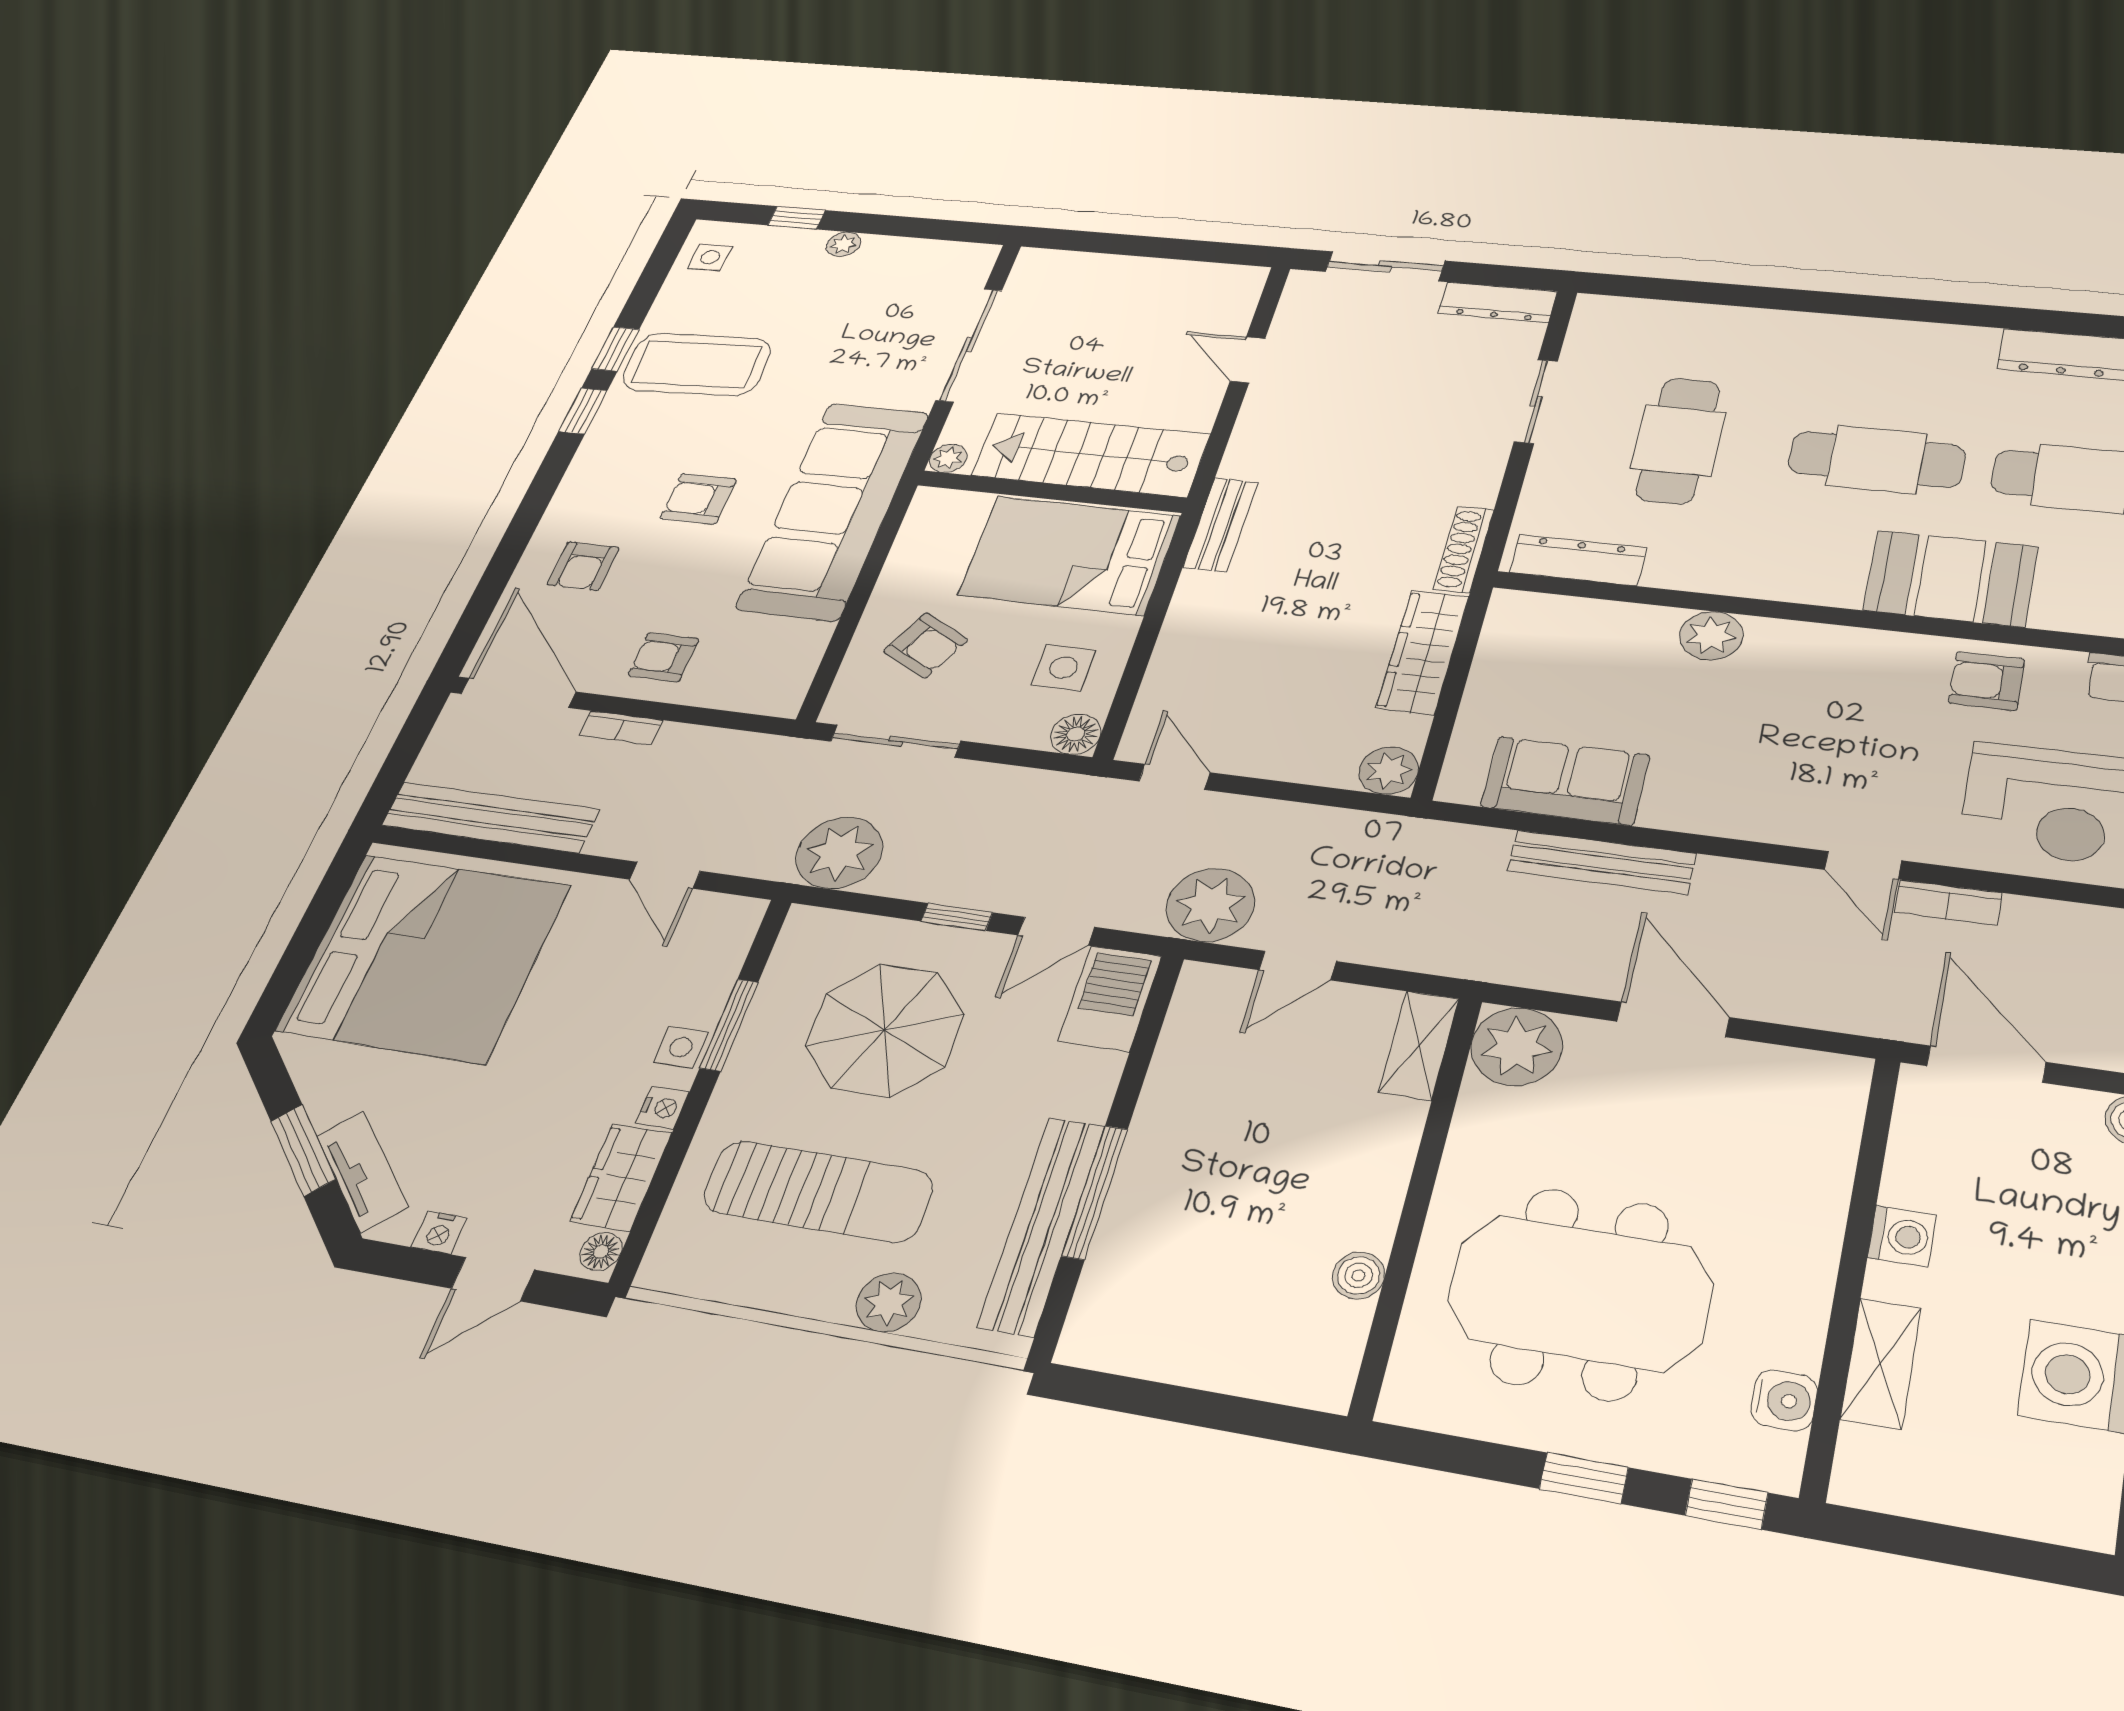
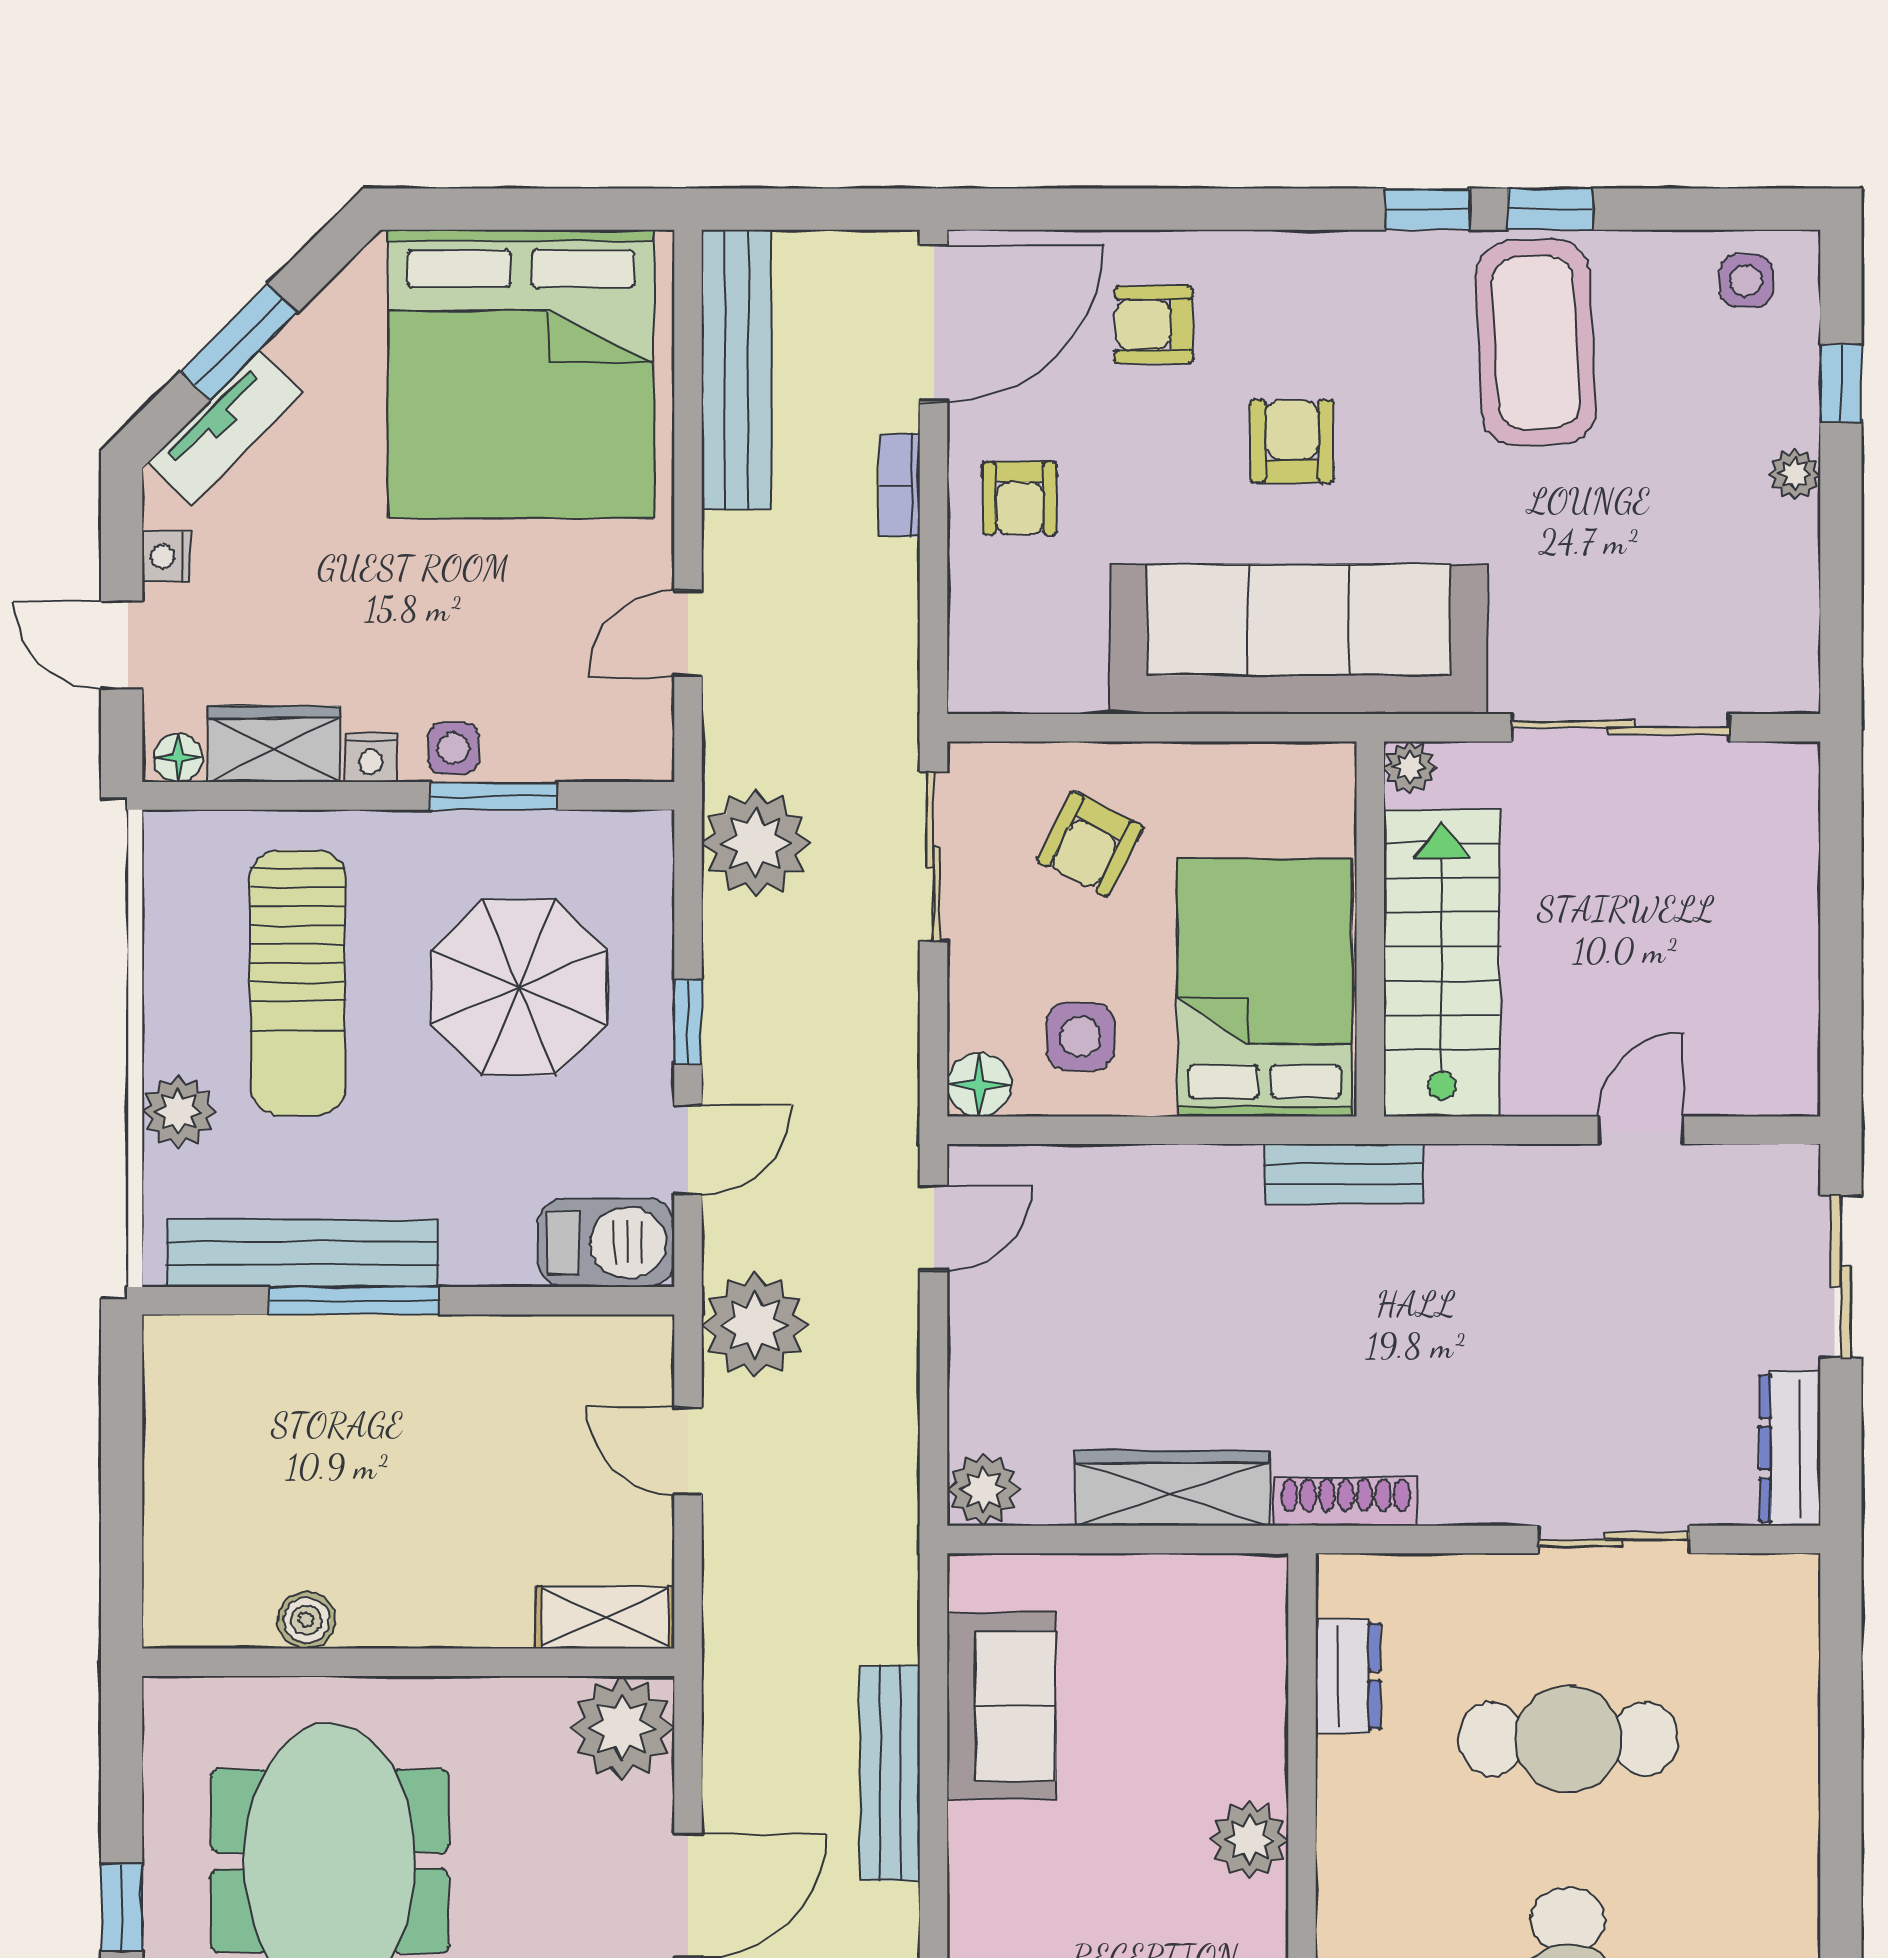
dresser: (1578, 560) -> (1348, 1676), width x0.70
armchair: (664, 657) -> (1020, 498), turned 180
door: (1056, 931) -> (688, 1150), swing flipped

